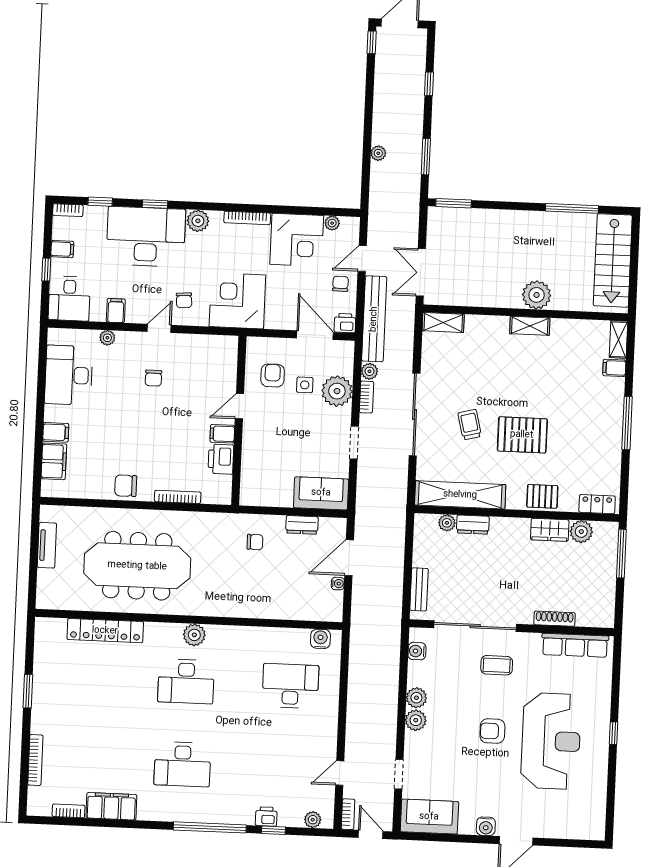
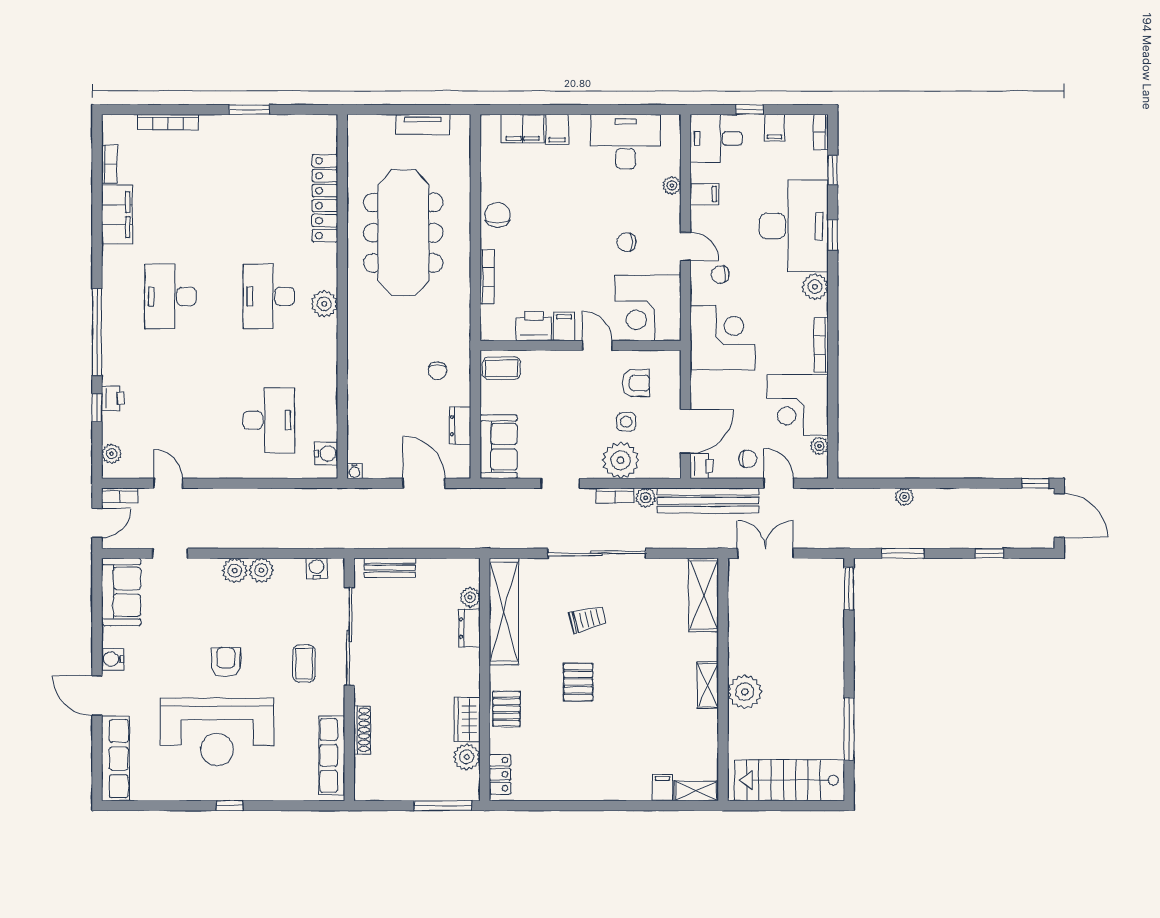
shelving: (443, 323) -> (704, 595), width x1.50, depth x1.33
corner desk: (210, 362) -> (648, 308), added
window: (627, 423) -> (598, 806), removed
pallet: (522, 435) -> (578, 682), width x0.67, depth x0.71
coffee table: (255, 488) -> (501, 368), added
water cooler: (338, 584) -> (354, 471), moved
row of seats: (570, 828) -> (115, 759), added

